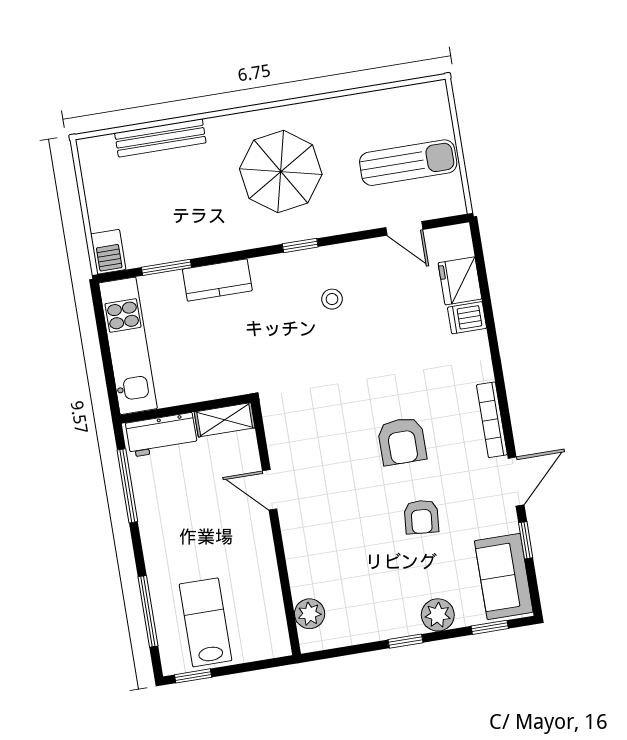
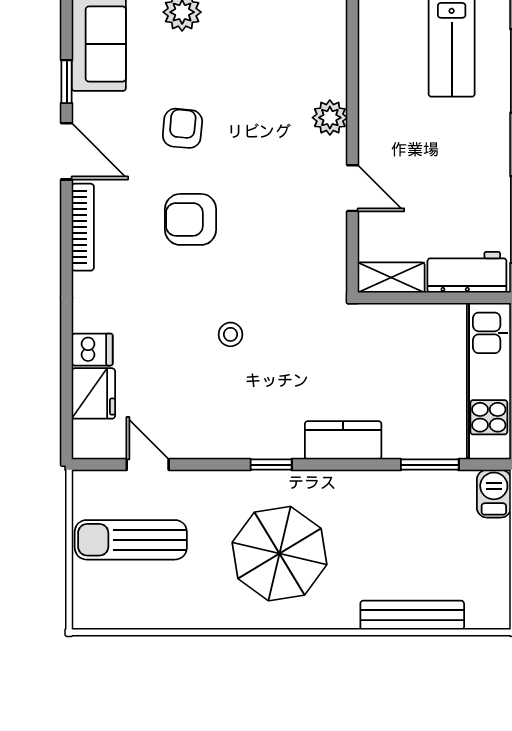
kitchen counter: (217, 280) -> (343, 440), moved
stool: (332, 299) -> (230, 334), moved
armchair: (402, 441) -> (191, 219), turned -90
door: (516, 482) -> (67, 151), swing flipped
plant: (310, 614) -> (330, 118), moved

